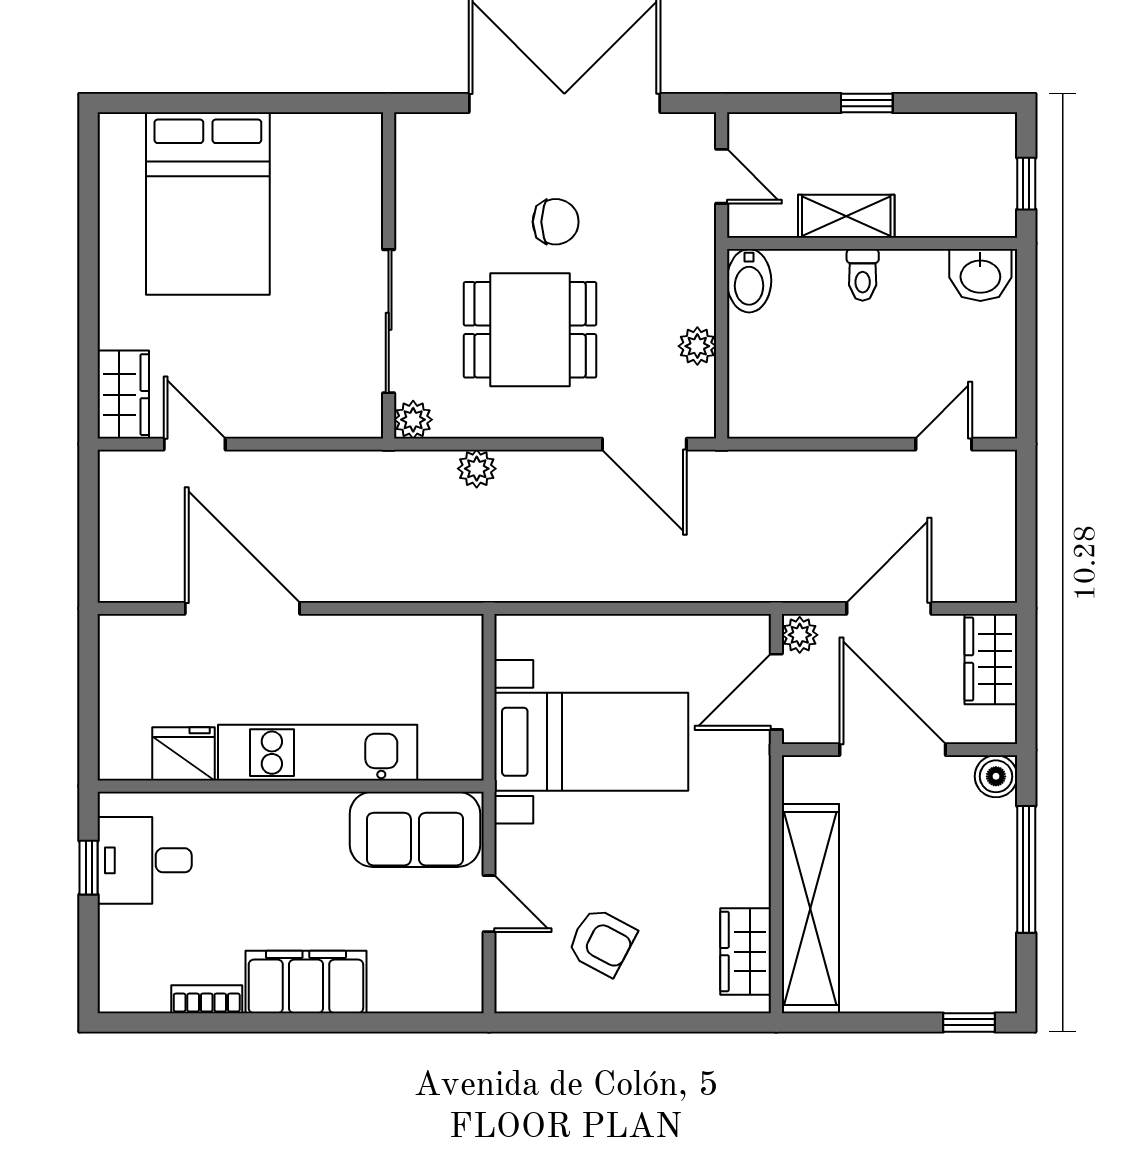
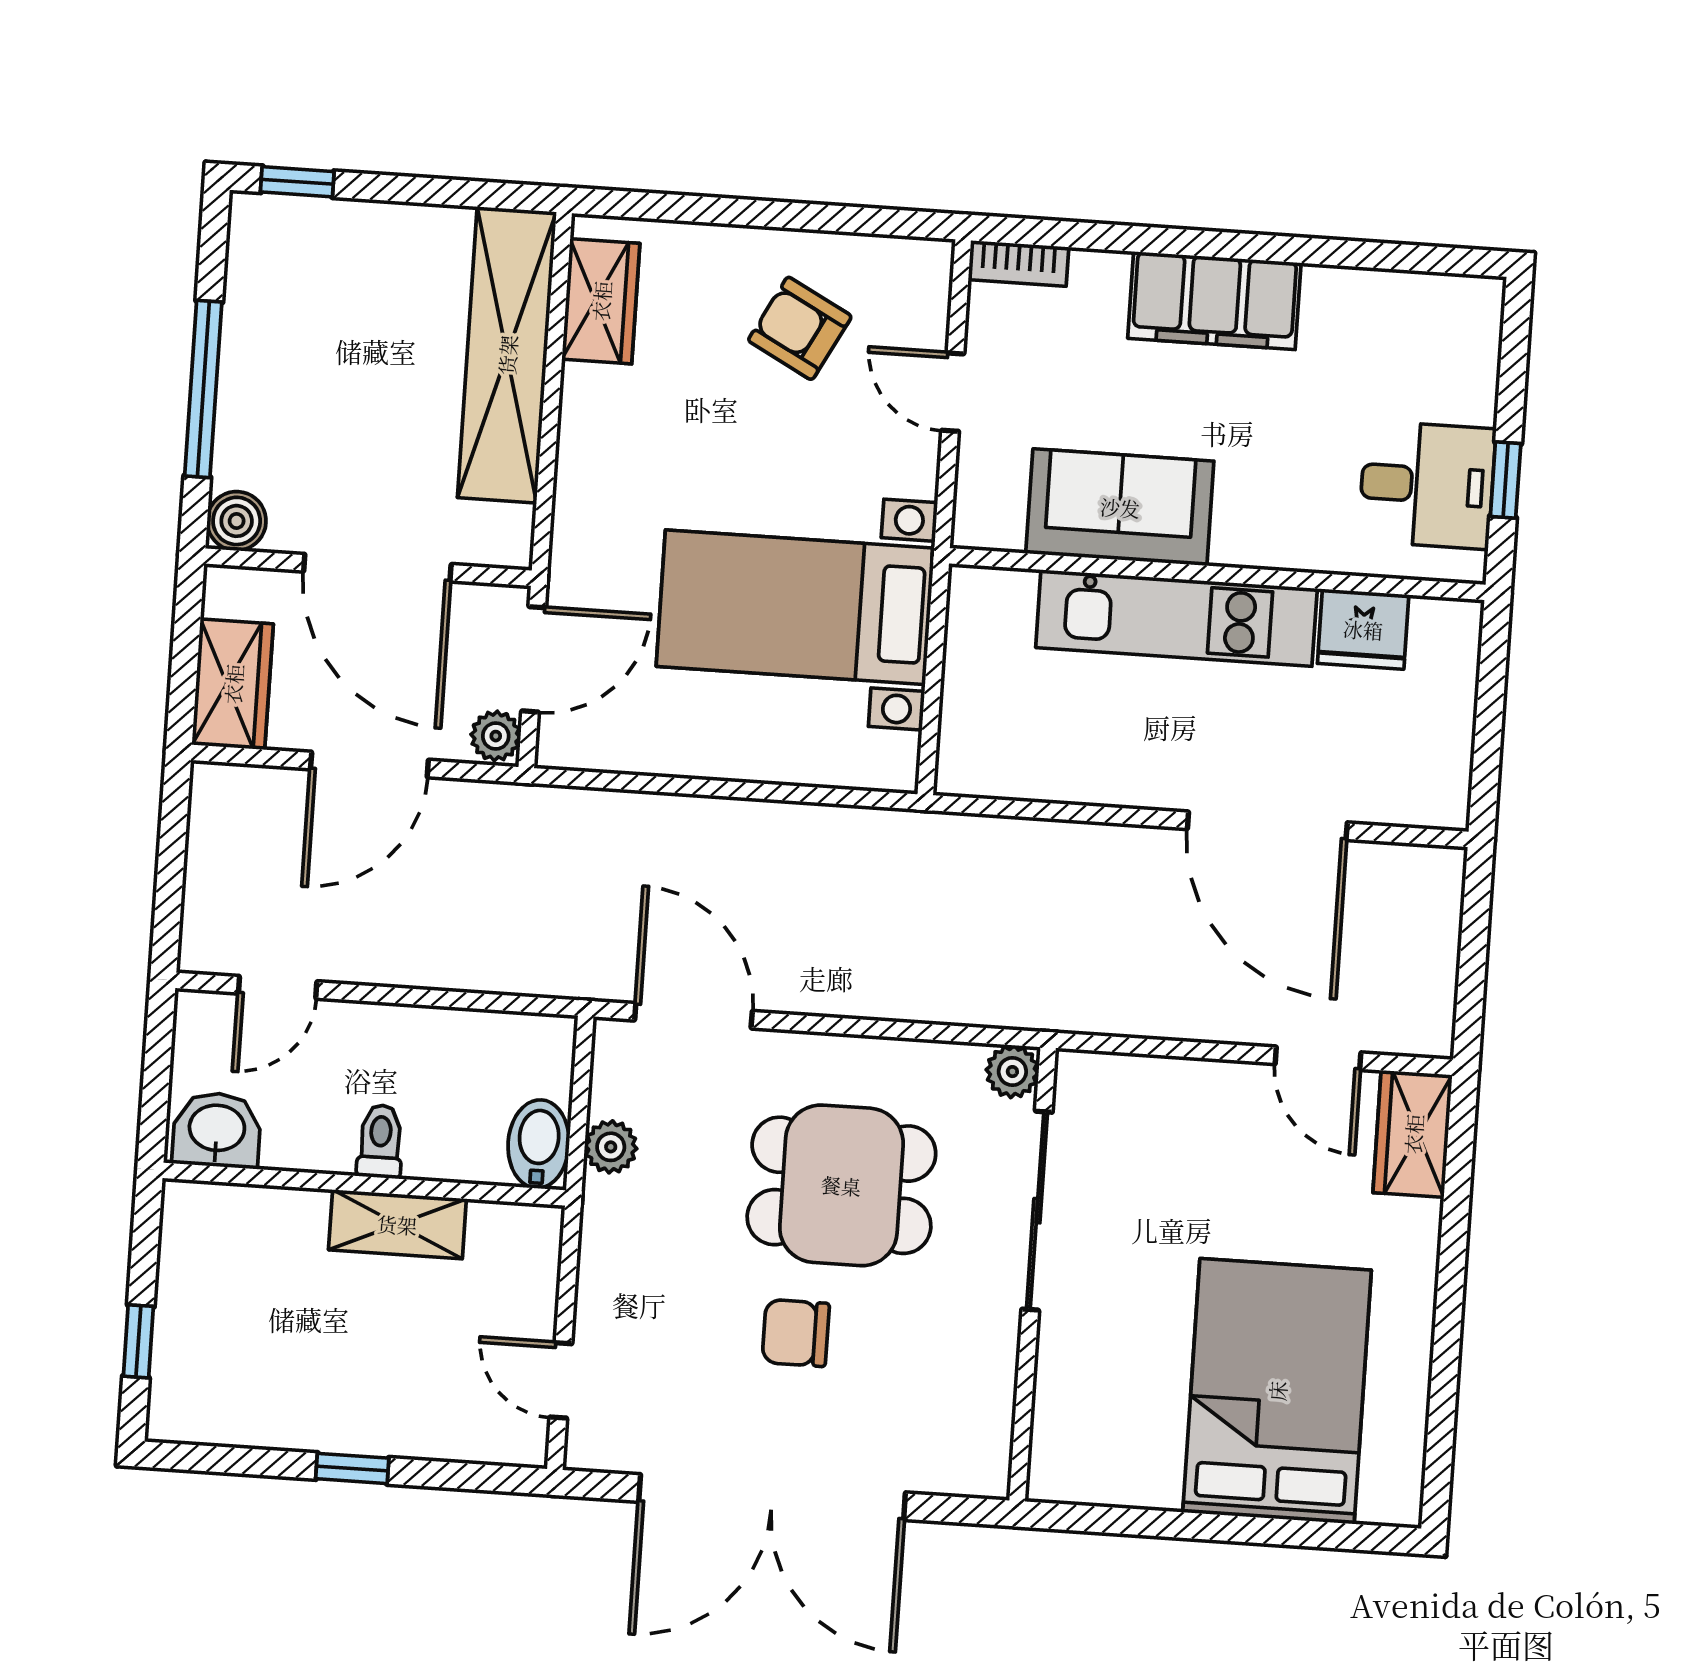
shelving: (846, 216) -> (397, 1224), moved
wall: (872, 243) -> (364, 1184), moved
toilet: (863, 275) -> (380, 1141), moved
washbasin: (980, 275) -> (217, 1130), moved
bidet: (749, 281) -> (539, 1144), moved
plant: (477, 469) -> (929, 997), removed
sofa: (415, 829) -> (1120, 507), moved
bookcase: (207, 999) -> (1018, 263), moved

